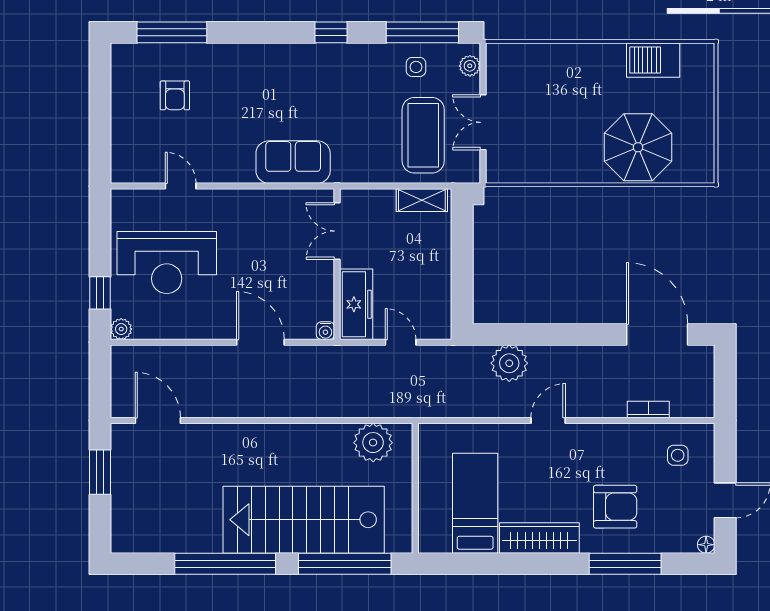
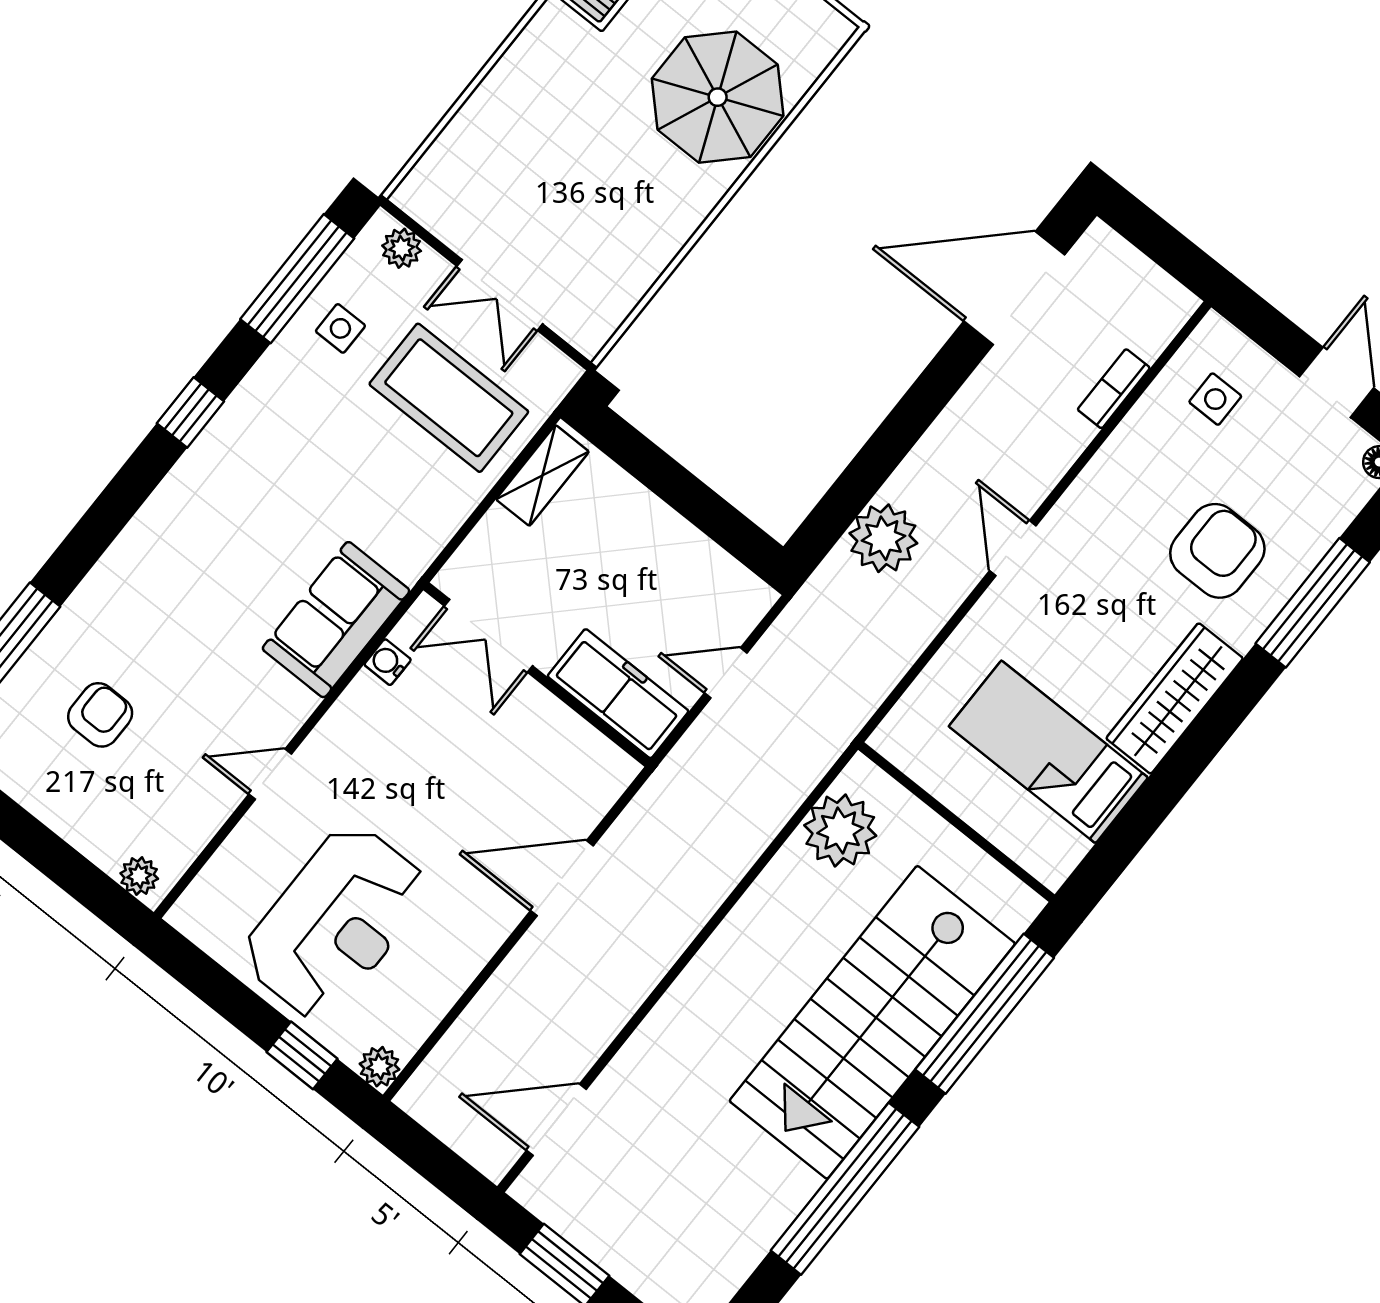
armchair: (175, 95) -> (100, 715), turned -90
plant: (121, 165) -> (139, 876), added
door: (181, 186) -> (270, 774), moved
water cooler: (325, 331) -> (388, 662), moved, turned 180

